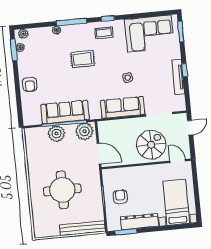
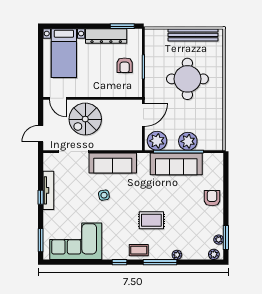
coffee table: (104, 33) -> (139, 250), moved
door: (99, 154) -> (143, 115), swing flipped
bench: (82, 228) -> (193, 35), moved

